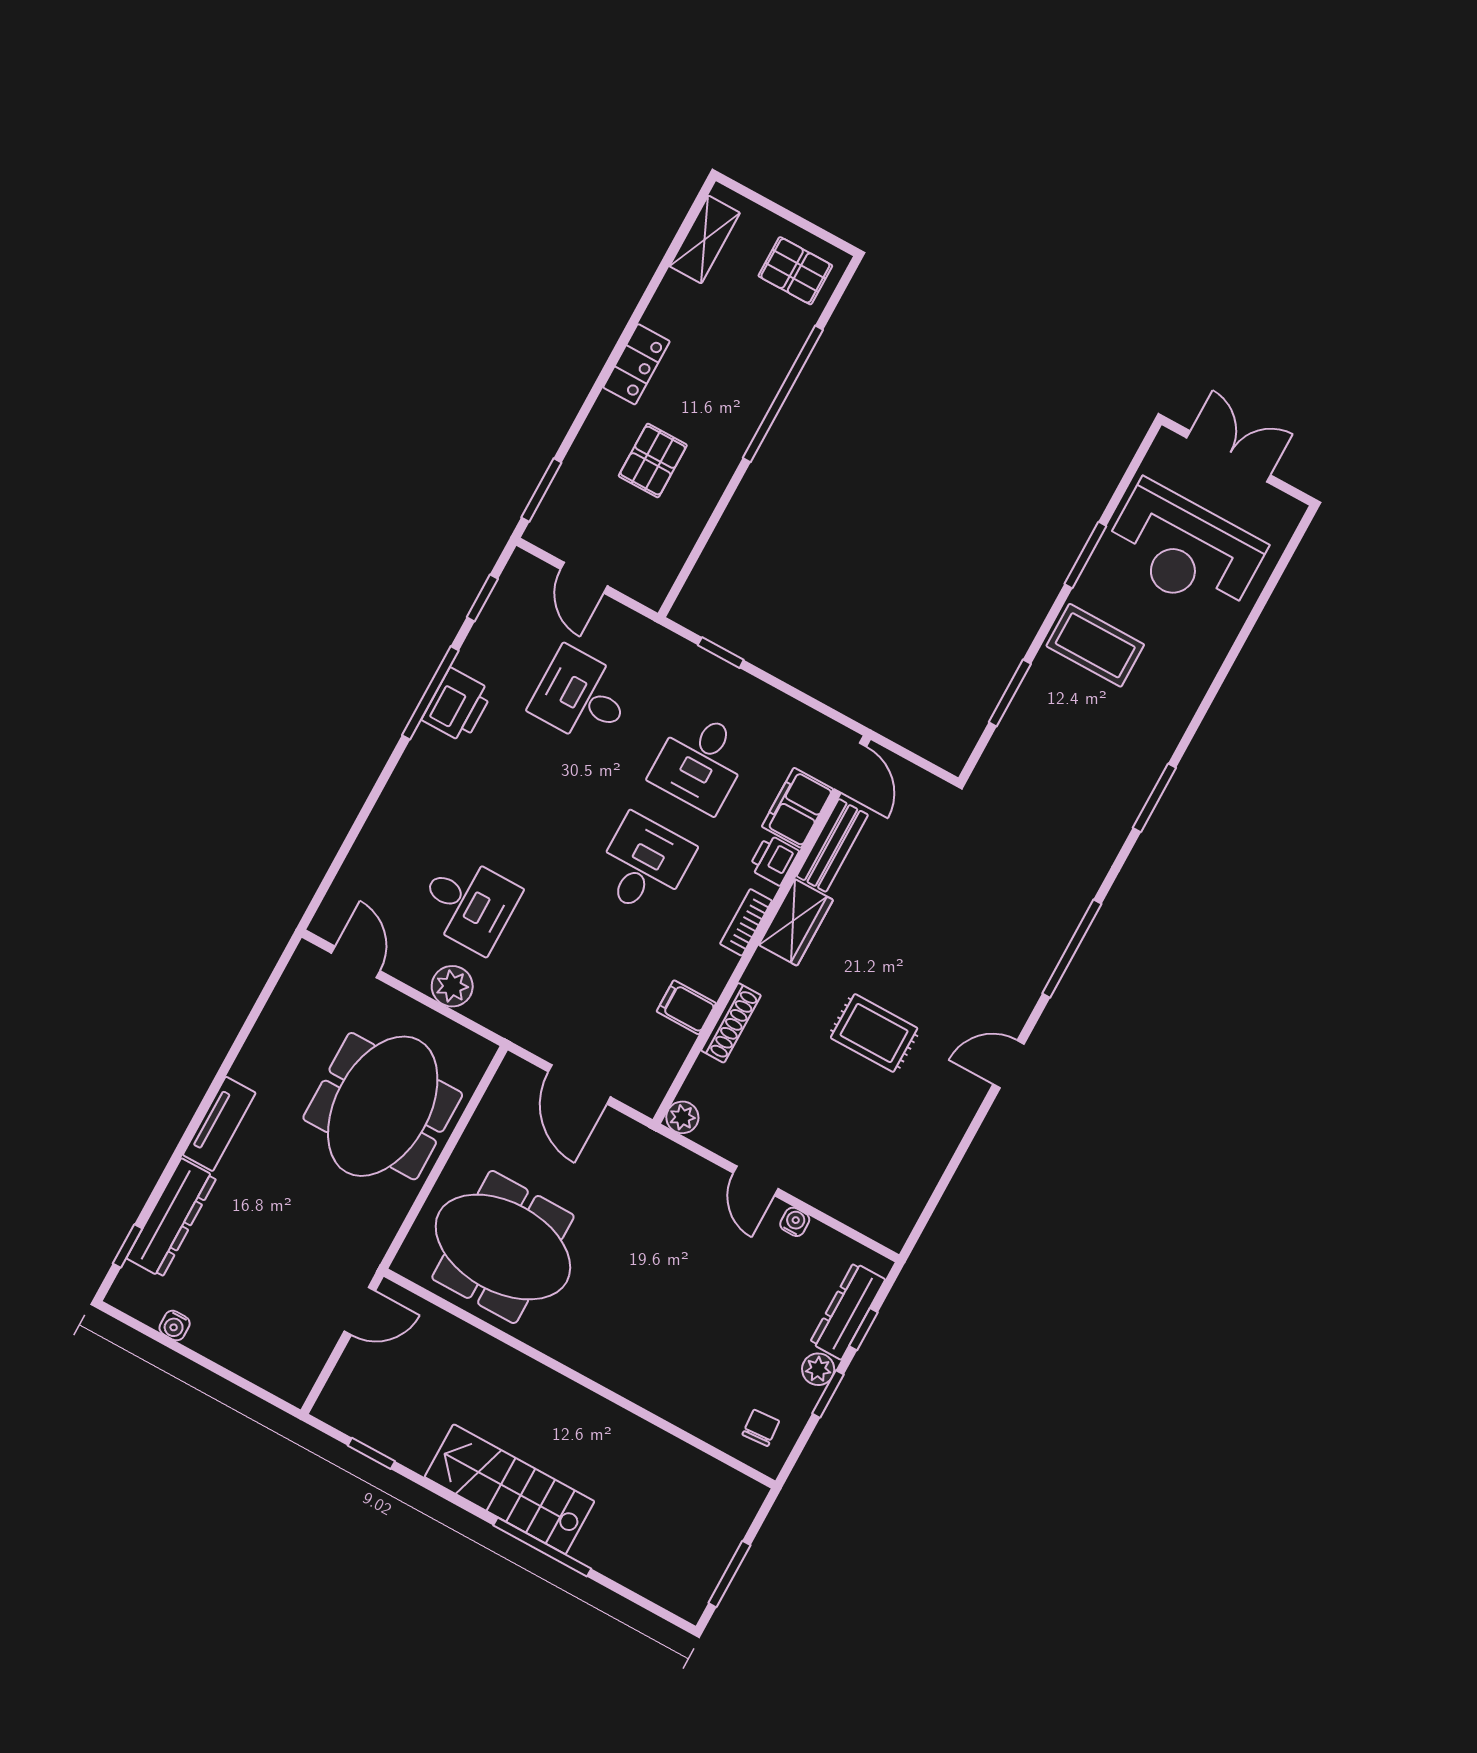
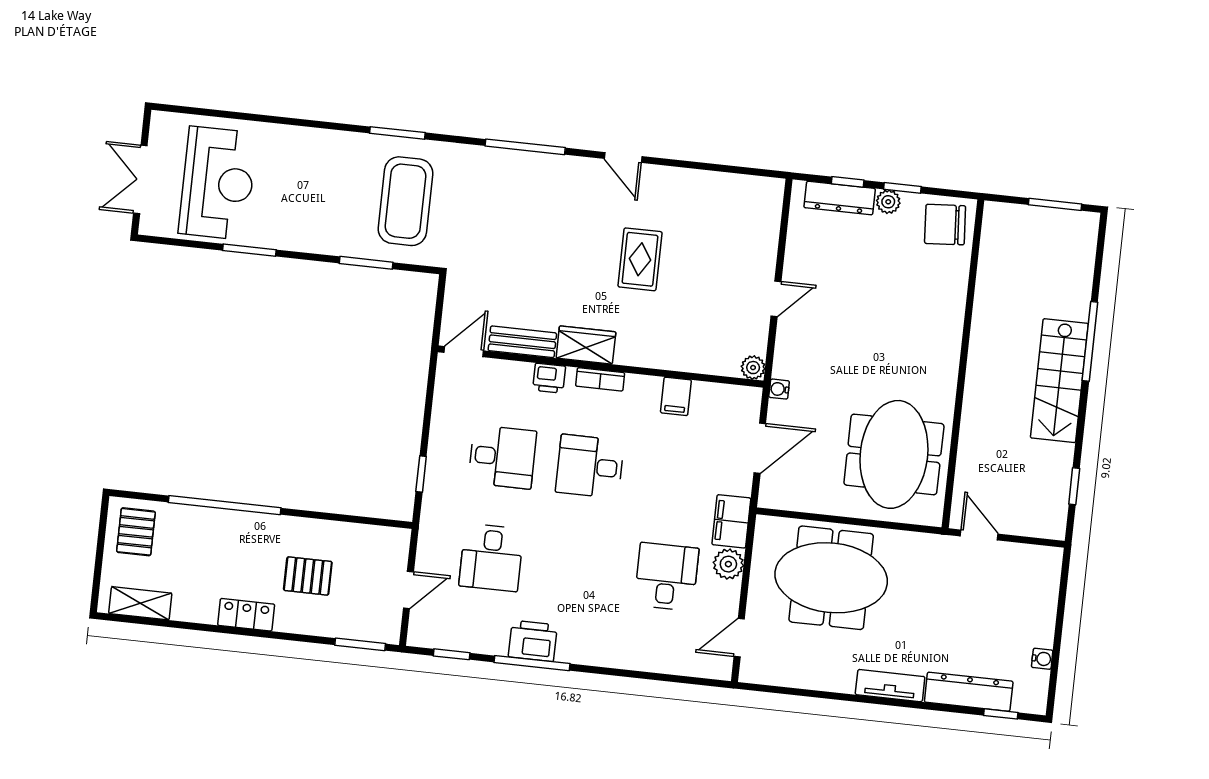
coffee table: (1095, 645) -> (405, 201), moved, width x1.36, depth x1.32
filing cabinet: (797, 808) -> (731, 521), moved, turned 90
shoe rack: (731, 1023) -> (674, 361), removed
water cooler: (795, 1222) -> (779, 389), moved
chair: (761, 1428) -> (945, 225), width x1.87, depth x1.87

